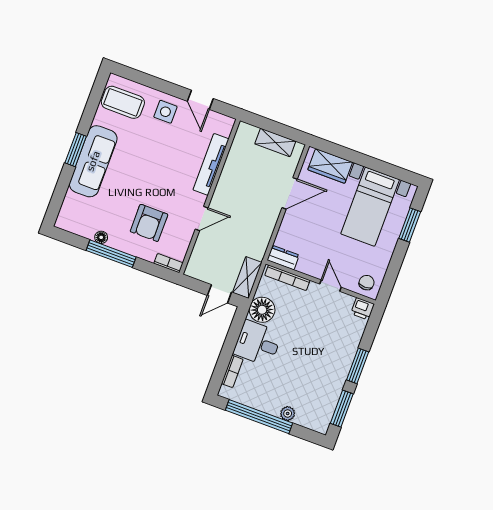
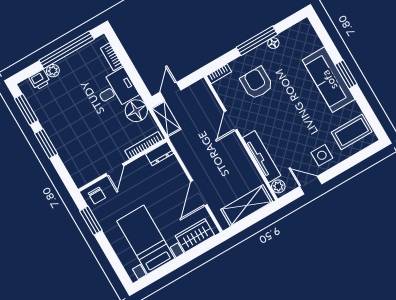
plant: (225, 128) -> (278, 186), added
shelving: (275, 142) -> (247, 206), width x1.50, depth x1.33
window: (410, 225) -> (91, 221), moved
door: (330, 286) -> (115, 170), hinge flipped
printer: (363, 309) -> (40, 80), moved, turned 180

